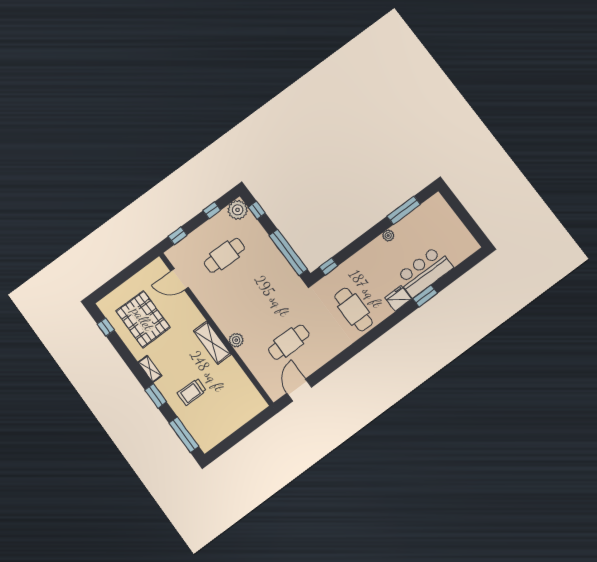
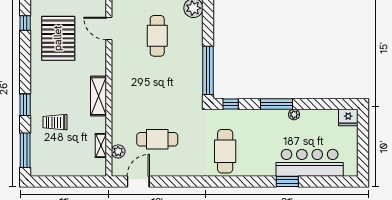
window: (257, 210) -> (208, 20), removed
window: (404, 210) -> (277, 104), moved
cafe table: (224, 255) -> (157, 36), turned 90
bar counter: (424, 272) -> (310, 163), width x1.36
fridge: (398, 298) -> (348, 118), moved, turned 180
plant: (236, 340) -> (118, 151), moved
shelving: (150, 369) -> (101, 145), moved

